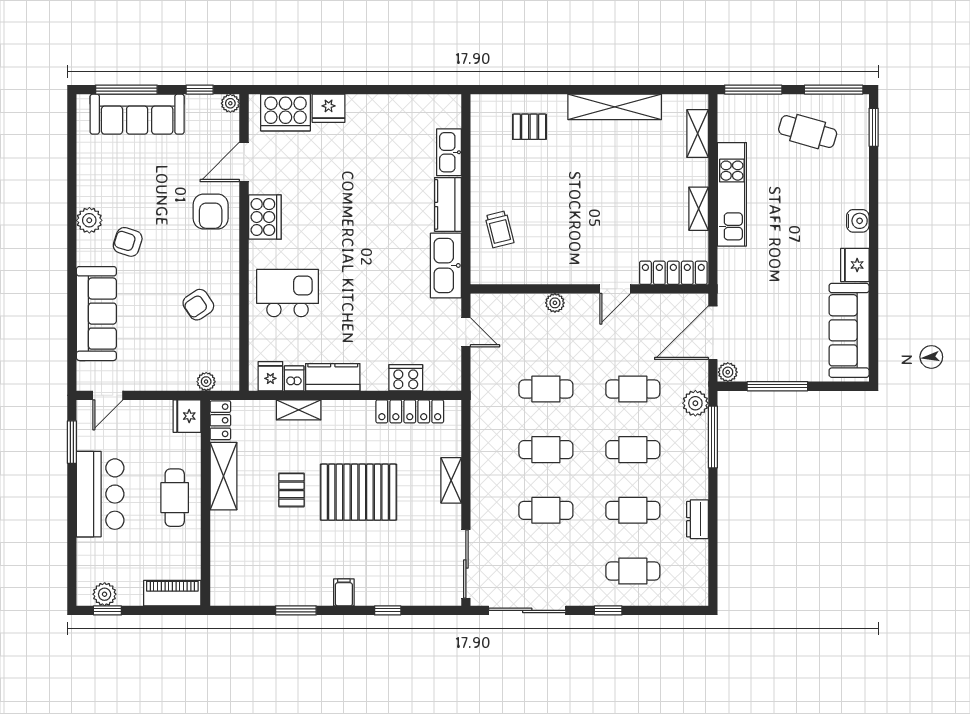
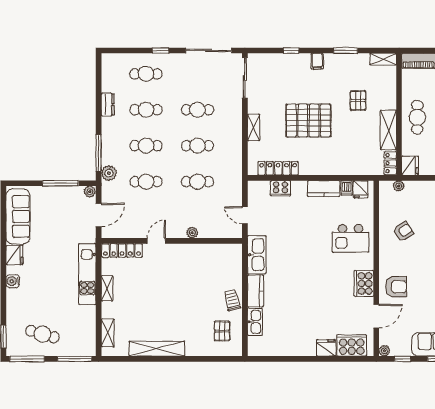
pallet: (529, 127) -> (222, 331), moved, turned 90
kitchen unit: (732, 194) -> (87, 274), moved
armchair: (211, 212) -> (396, 287), turned 90
trolley: (499, 229) -> (232, 300), moved
door: (713, 333) -> (99, 215), width x0.73
shelving: (299, 410) -> (383, 59), moved
pallet: (291, 490) -> (358, 101), moved

